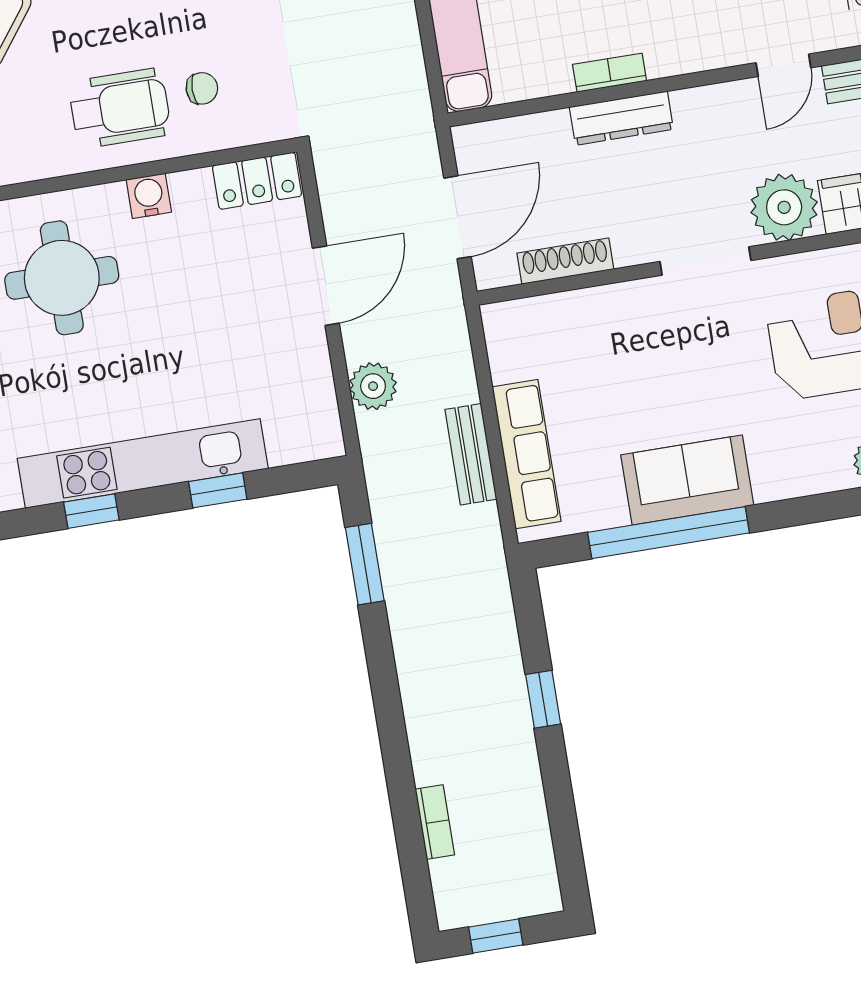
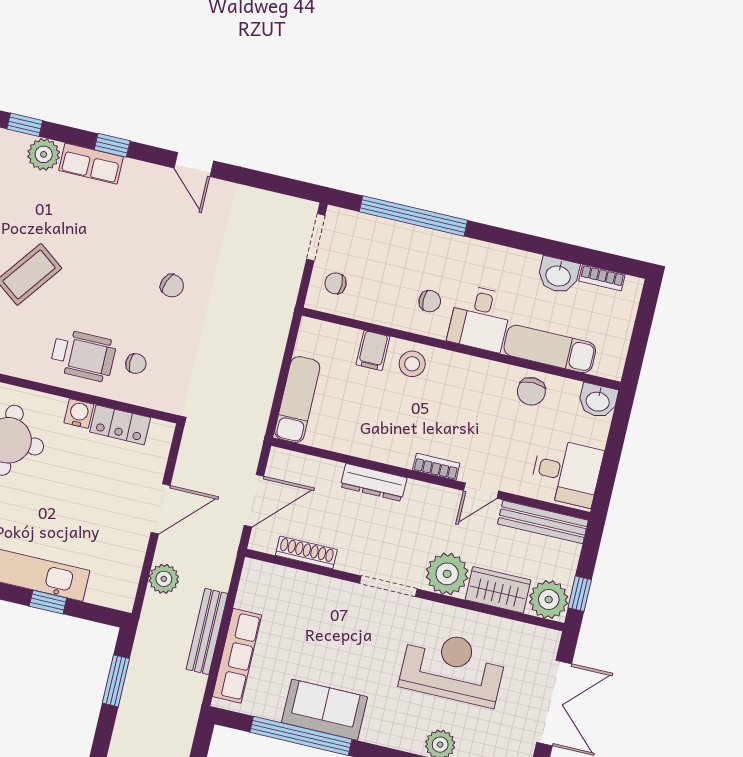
bookcase: (610, 73) -> (436, 467), moved
locker: (257, 181) -> (120, 425), moved
bench: (471, 454) -> (207, 631), width x1.36

